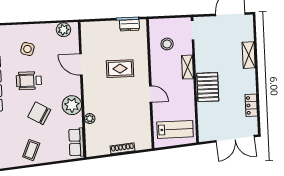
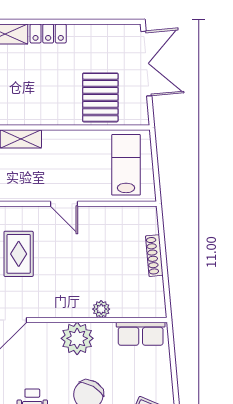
pallet: (208, 87) -> (100, 97), moved, turned 90
door: (151, 94) -> (64, 204), swing flipped
locker: (251, 105) -> (48, 34), moved

